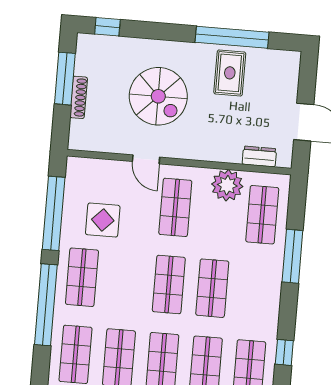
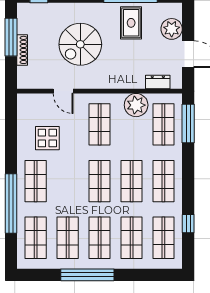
plant: (284, 86) -> (172, 29), added
spiral stairs: (158, 96) -> (80, 44), turned 90
door: (146, 159) -> (63, 91), moved
window: (54, 213) -> (11, 136), removed
window: (292, 256) -> (188, 124), moved
shop shelf: (256, 292) -> (163, 181), added

